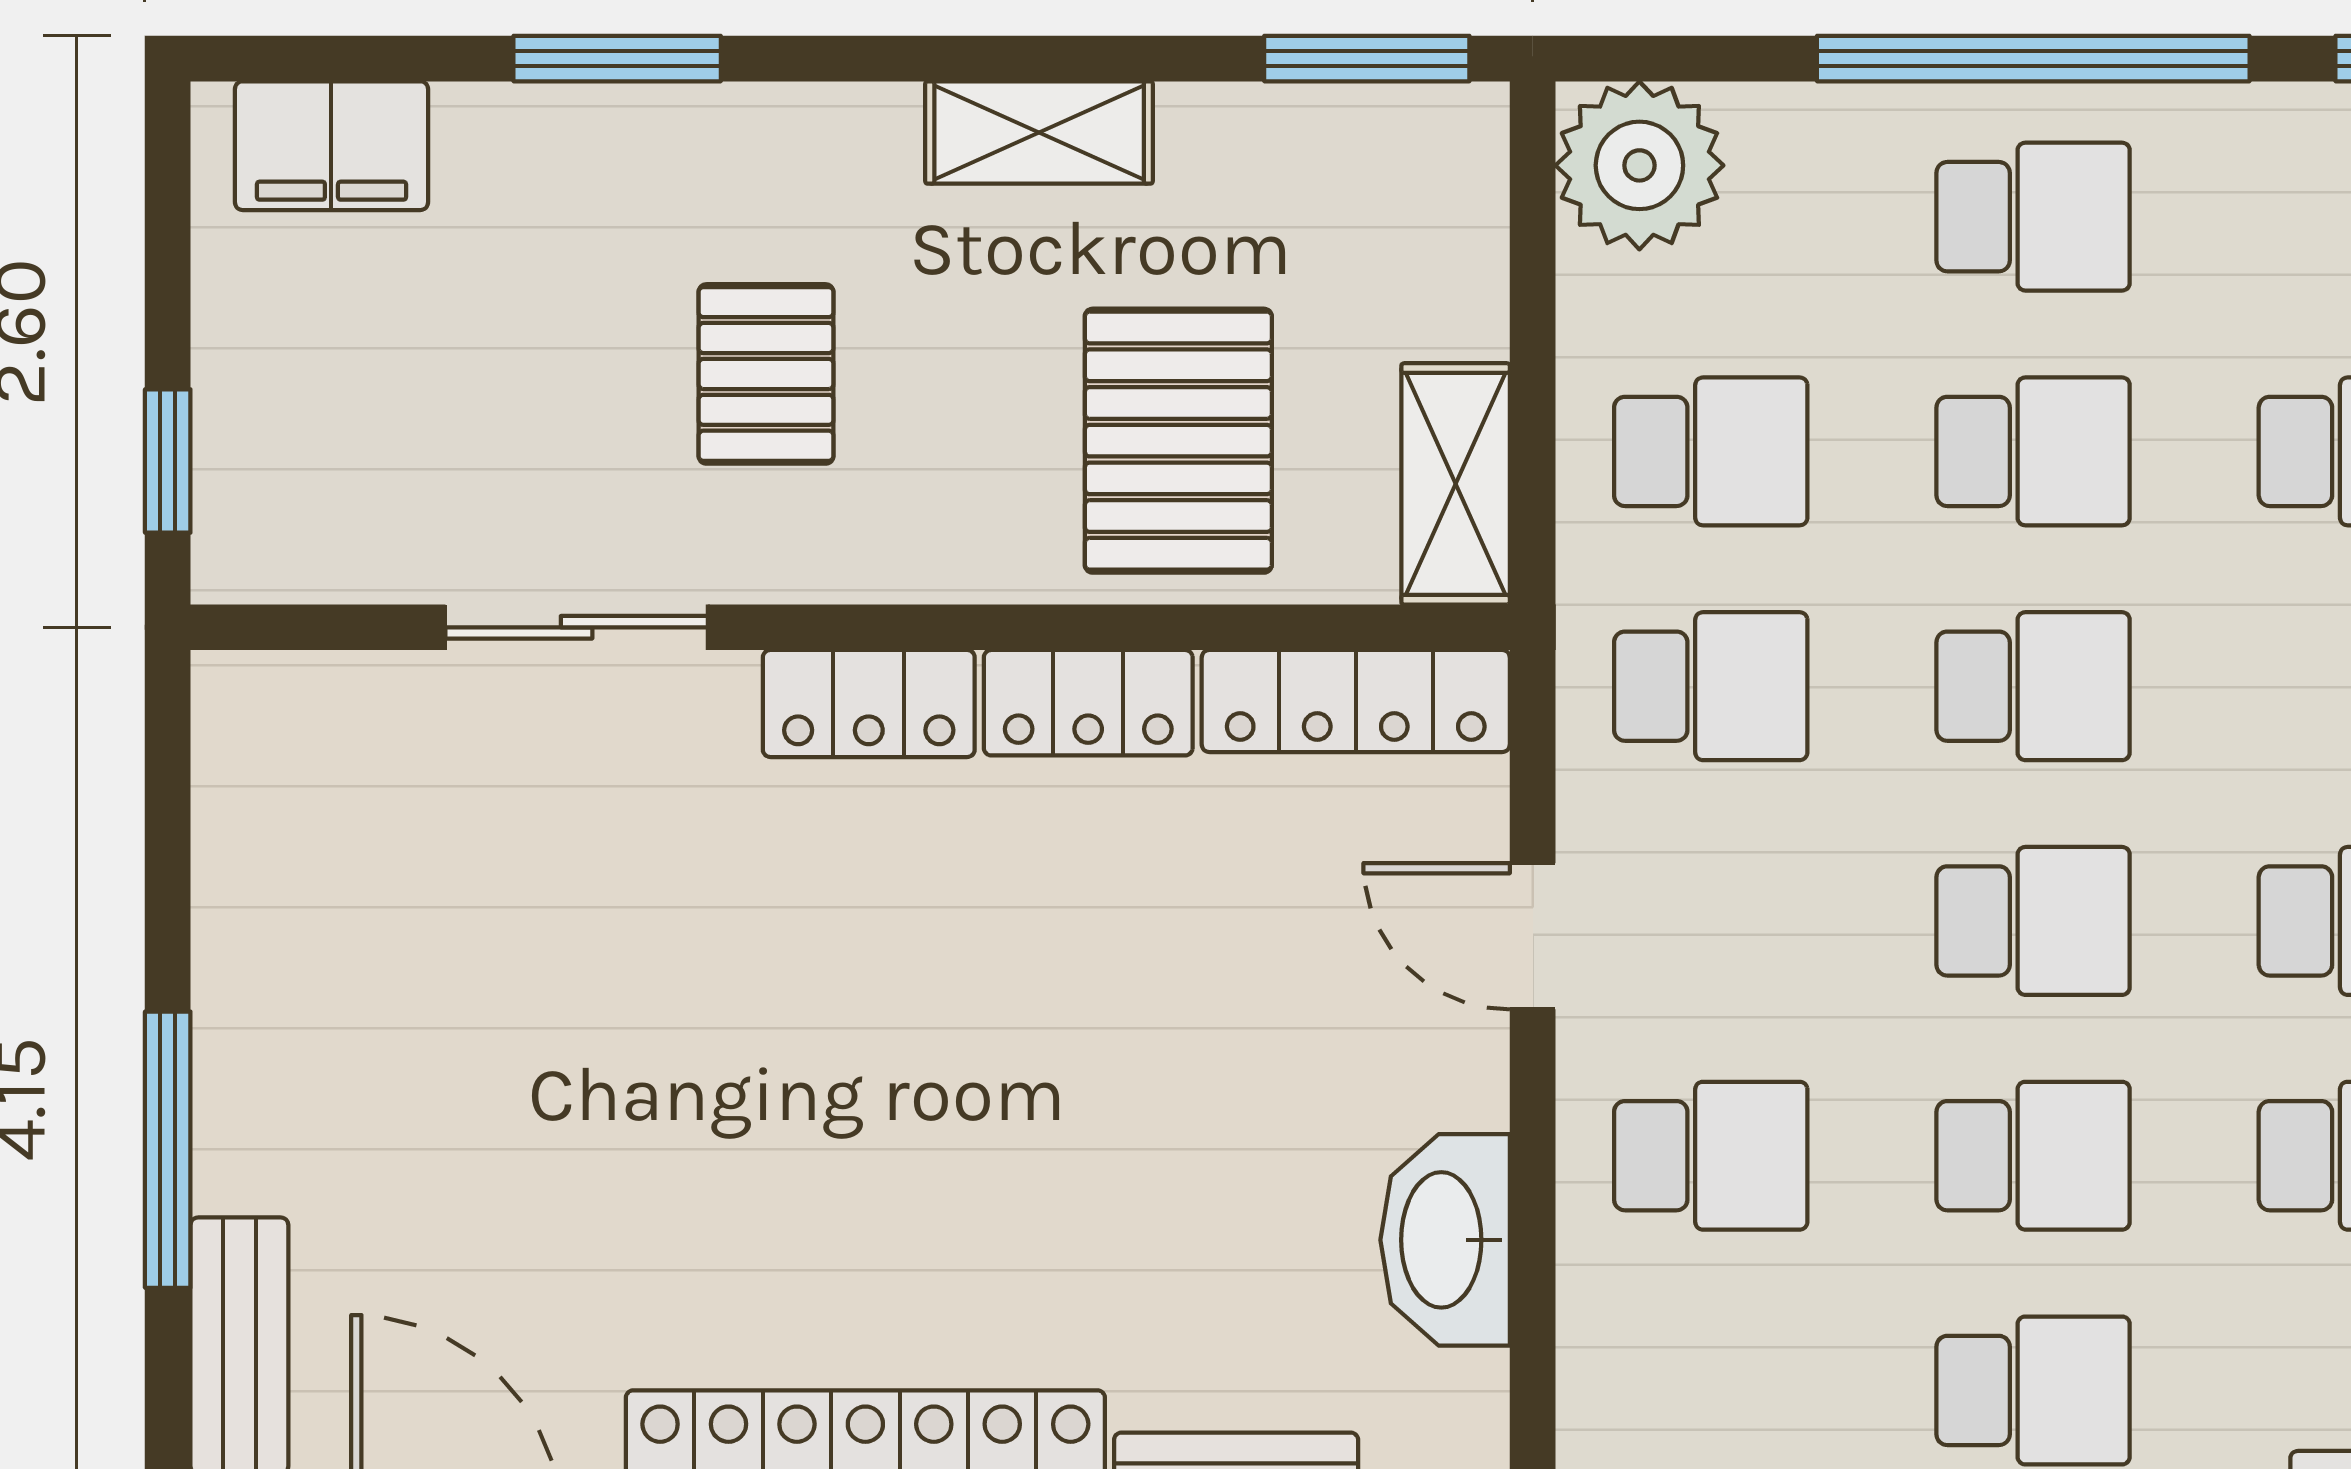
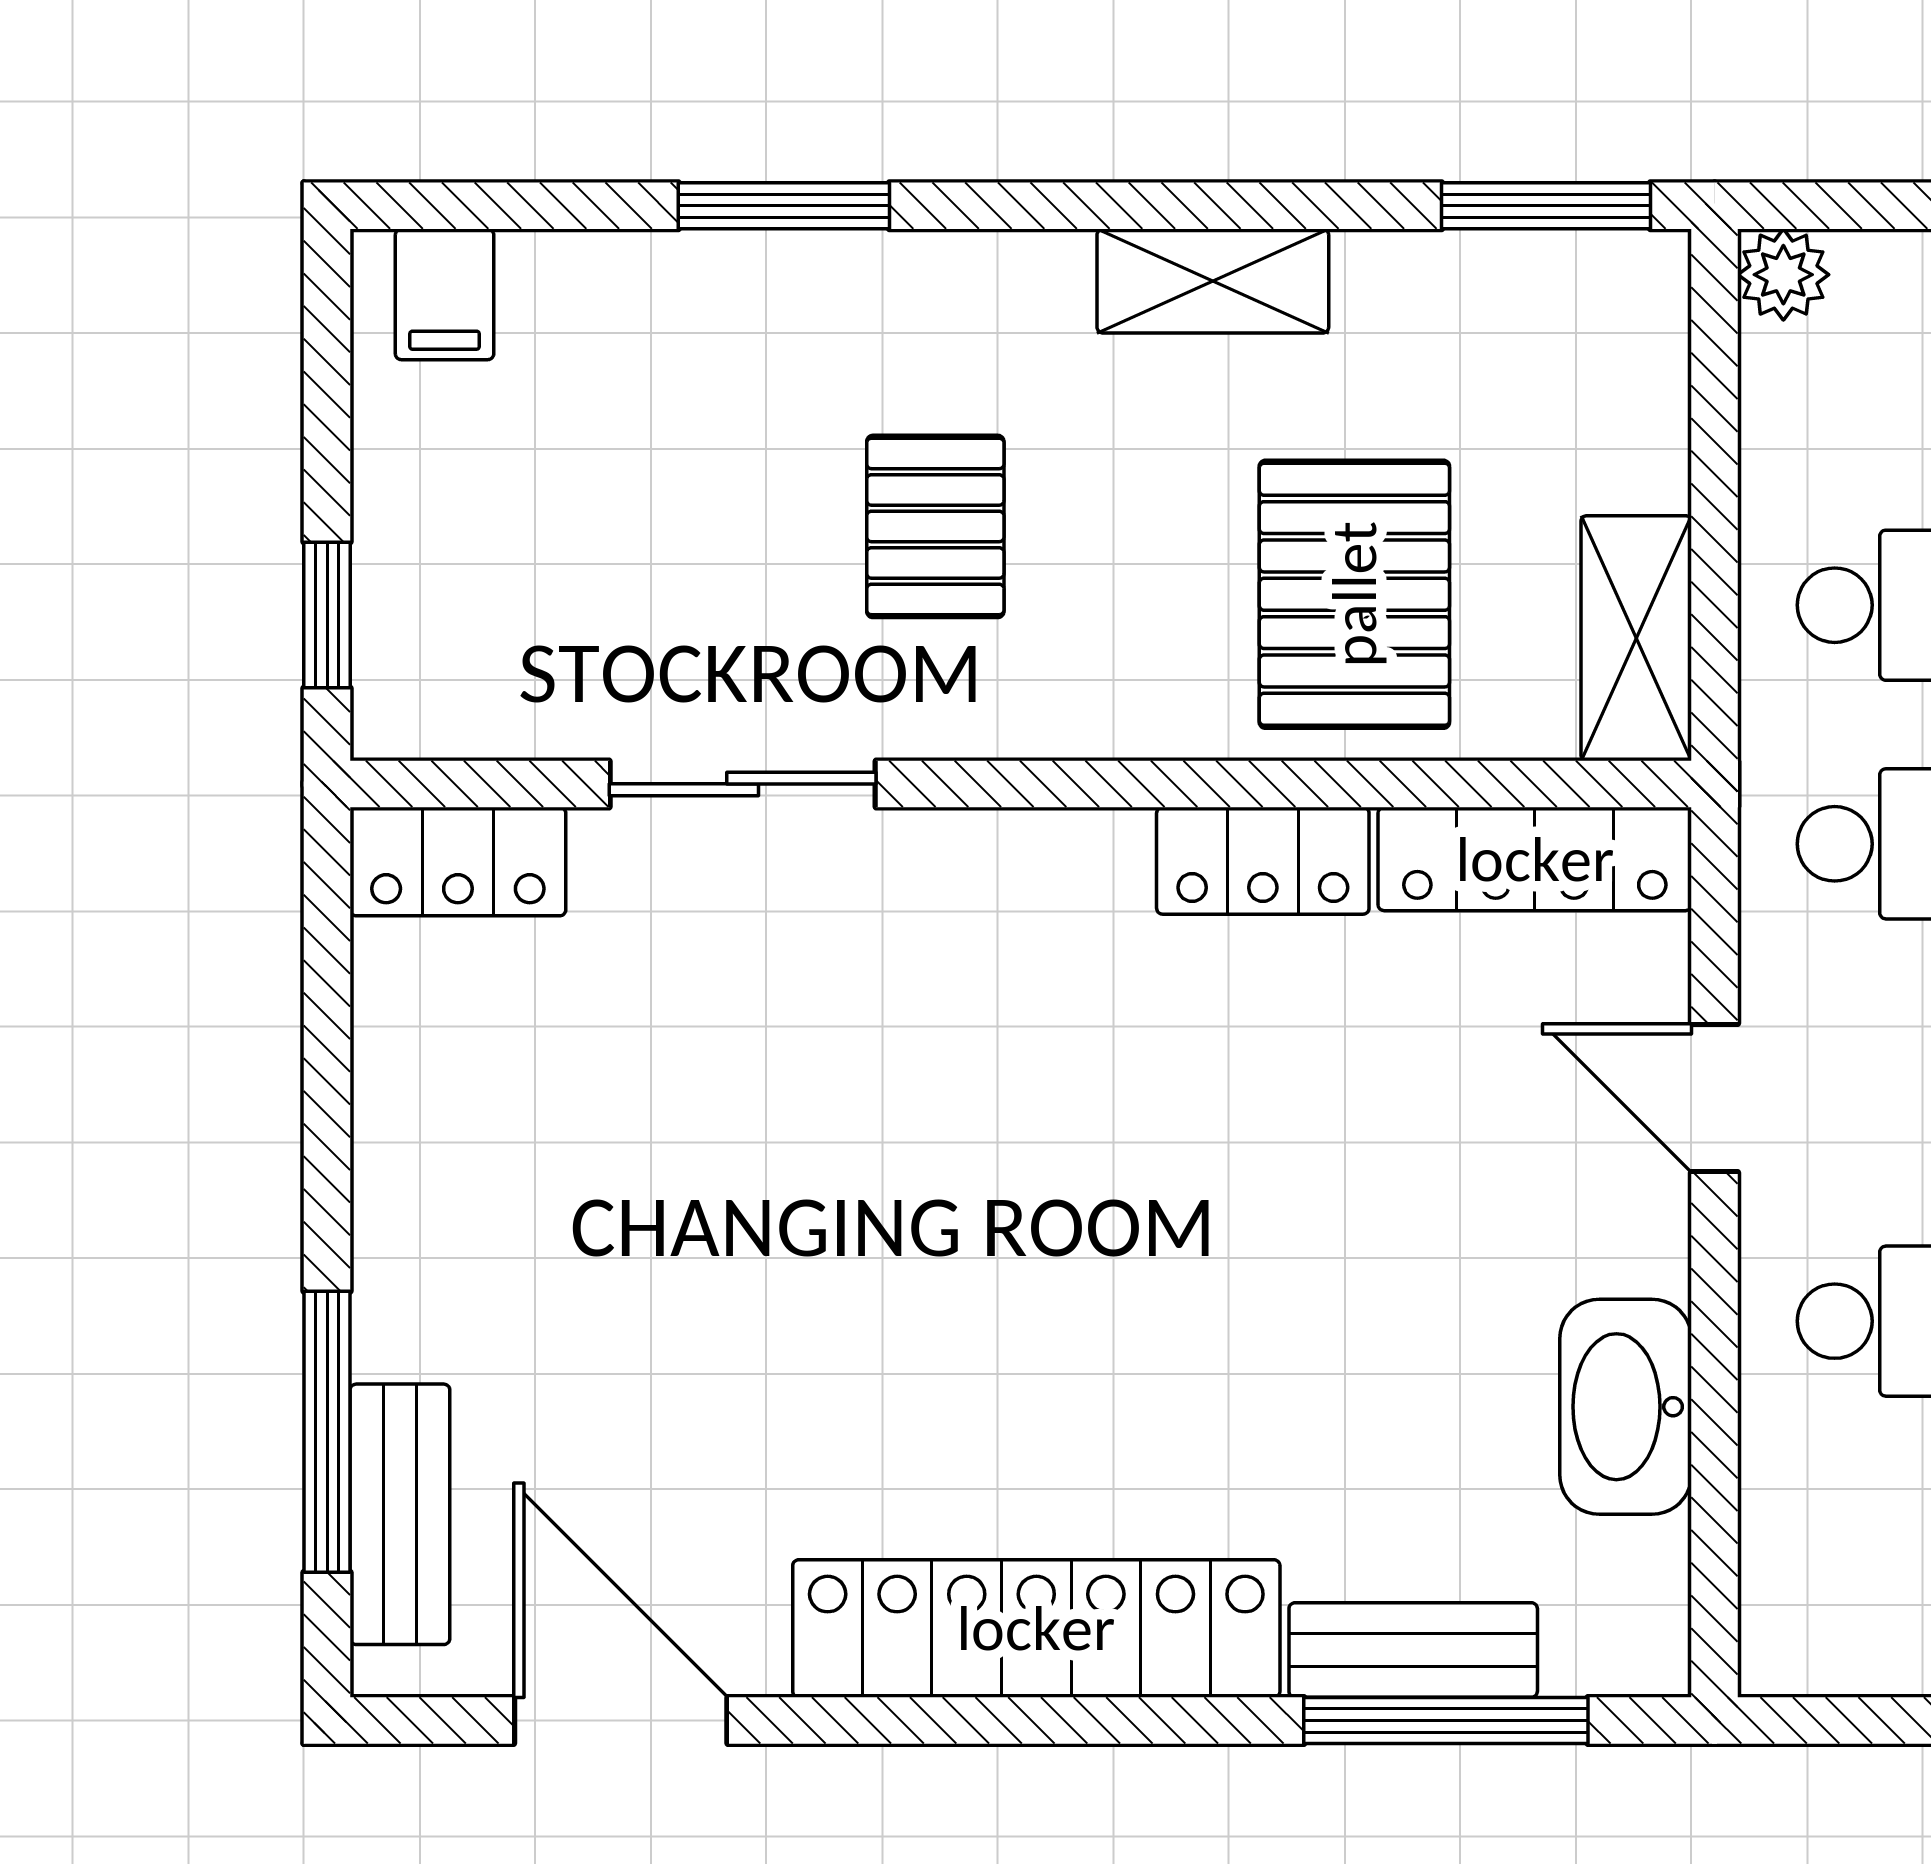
filing cabinet: (331, 146) -> (445, 294), width x0.50
plant: (1639, 165) -> (1783, 275), width x0.53, depth x0.53
locker: (869, 704) -> (458, 861), moved
window: (168, 1150) -> (327, 1432), moved

